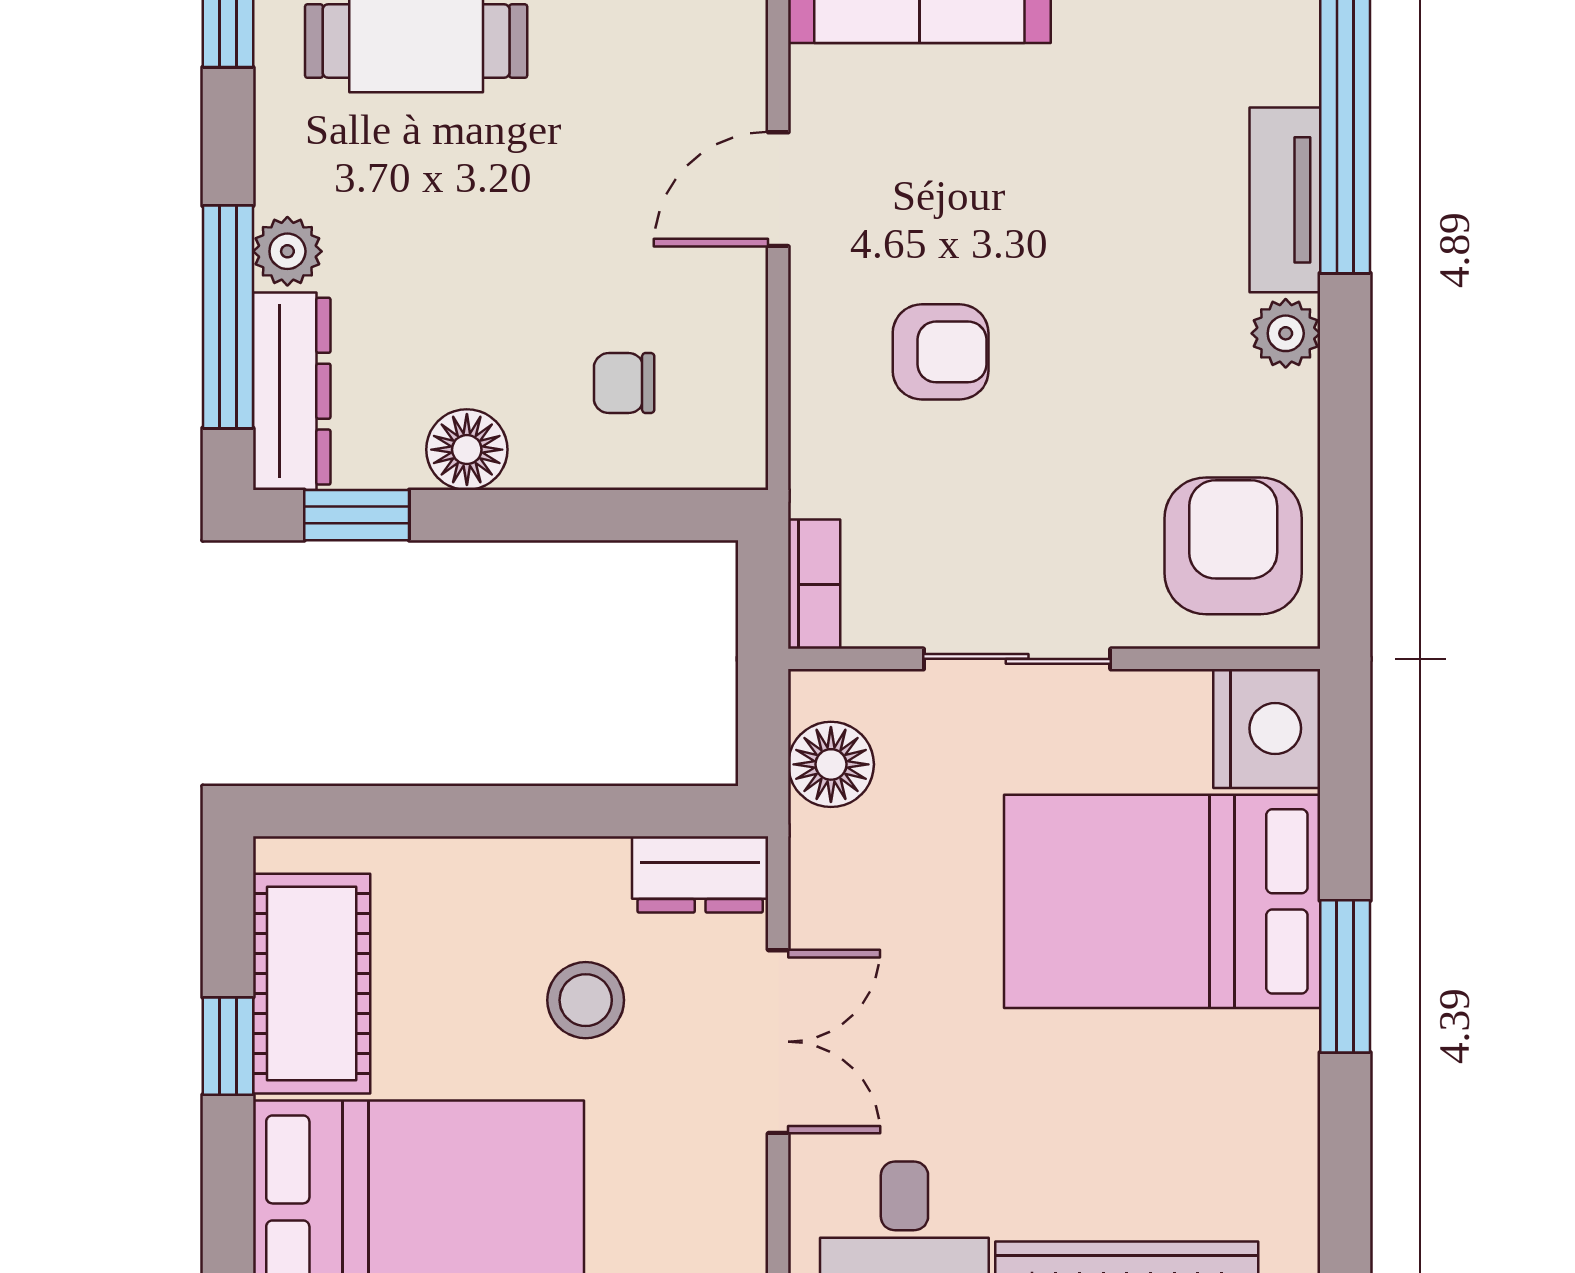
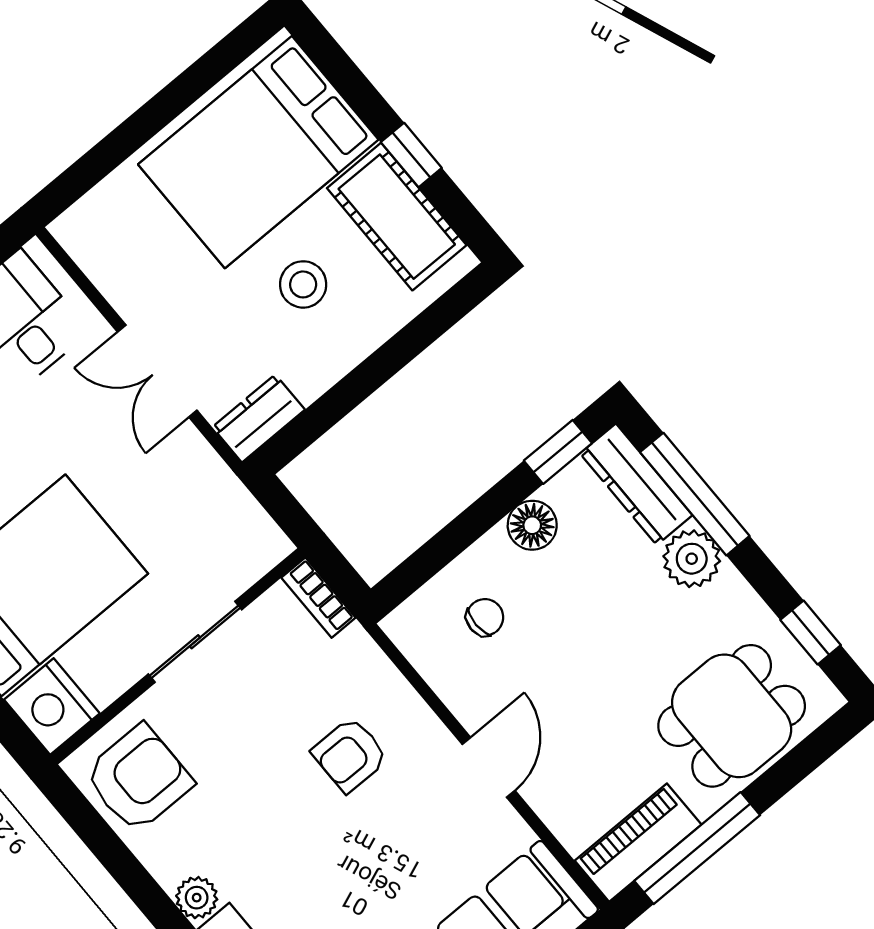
plant: (287, 251) -> (692, 559), width x1.38, depth x1.38
armchair: (1233, 546) -> (138, 778), turned -90
floor lamp: (831, 764) -> (240, 520), removed
stool: (586, 1000) -> (303, 284), moved

